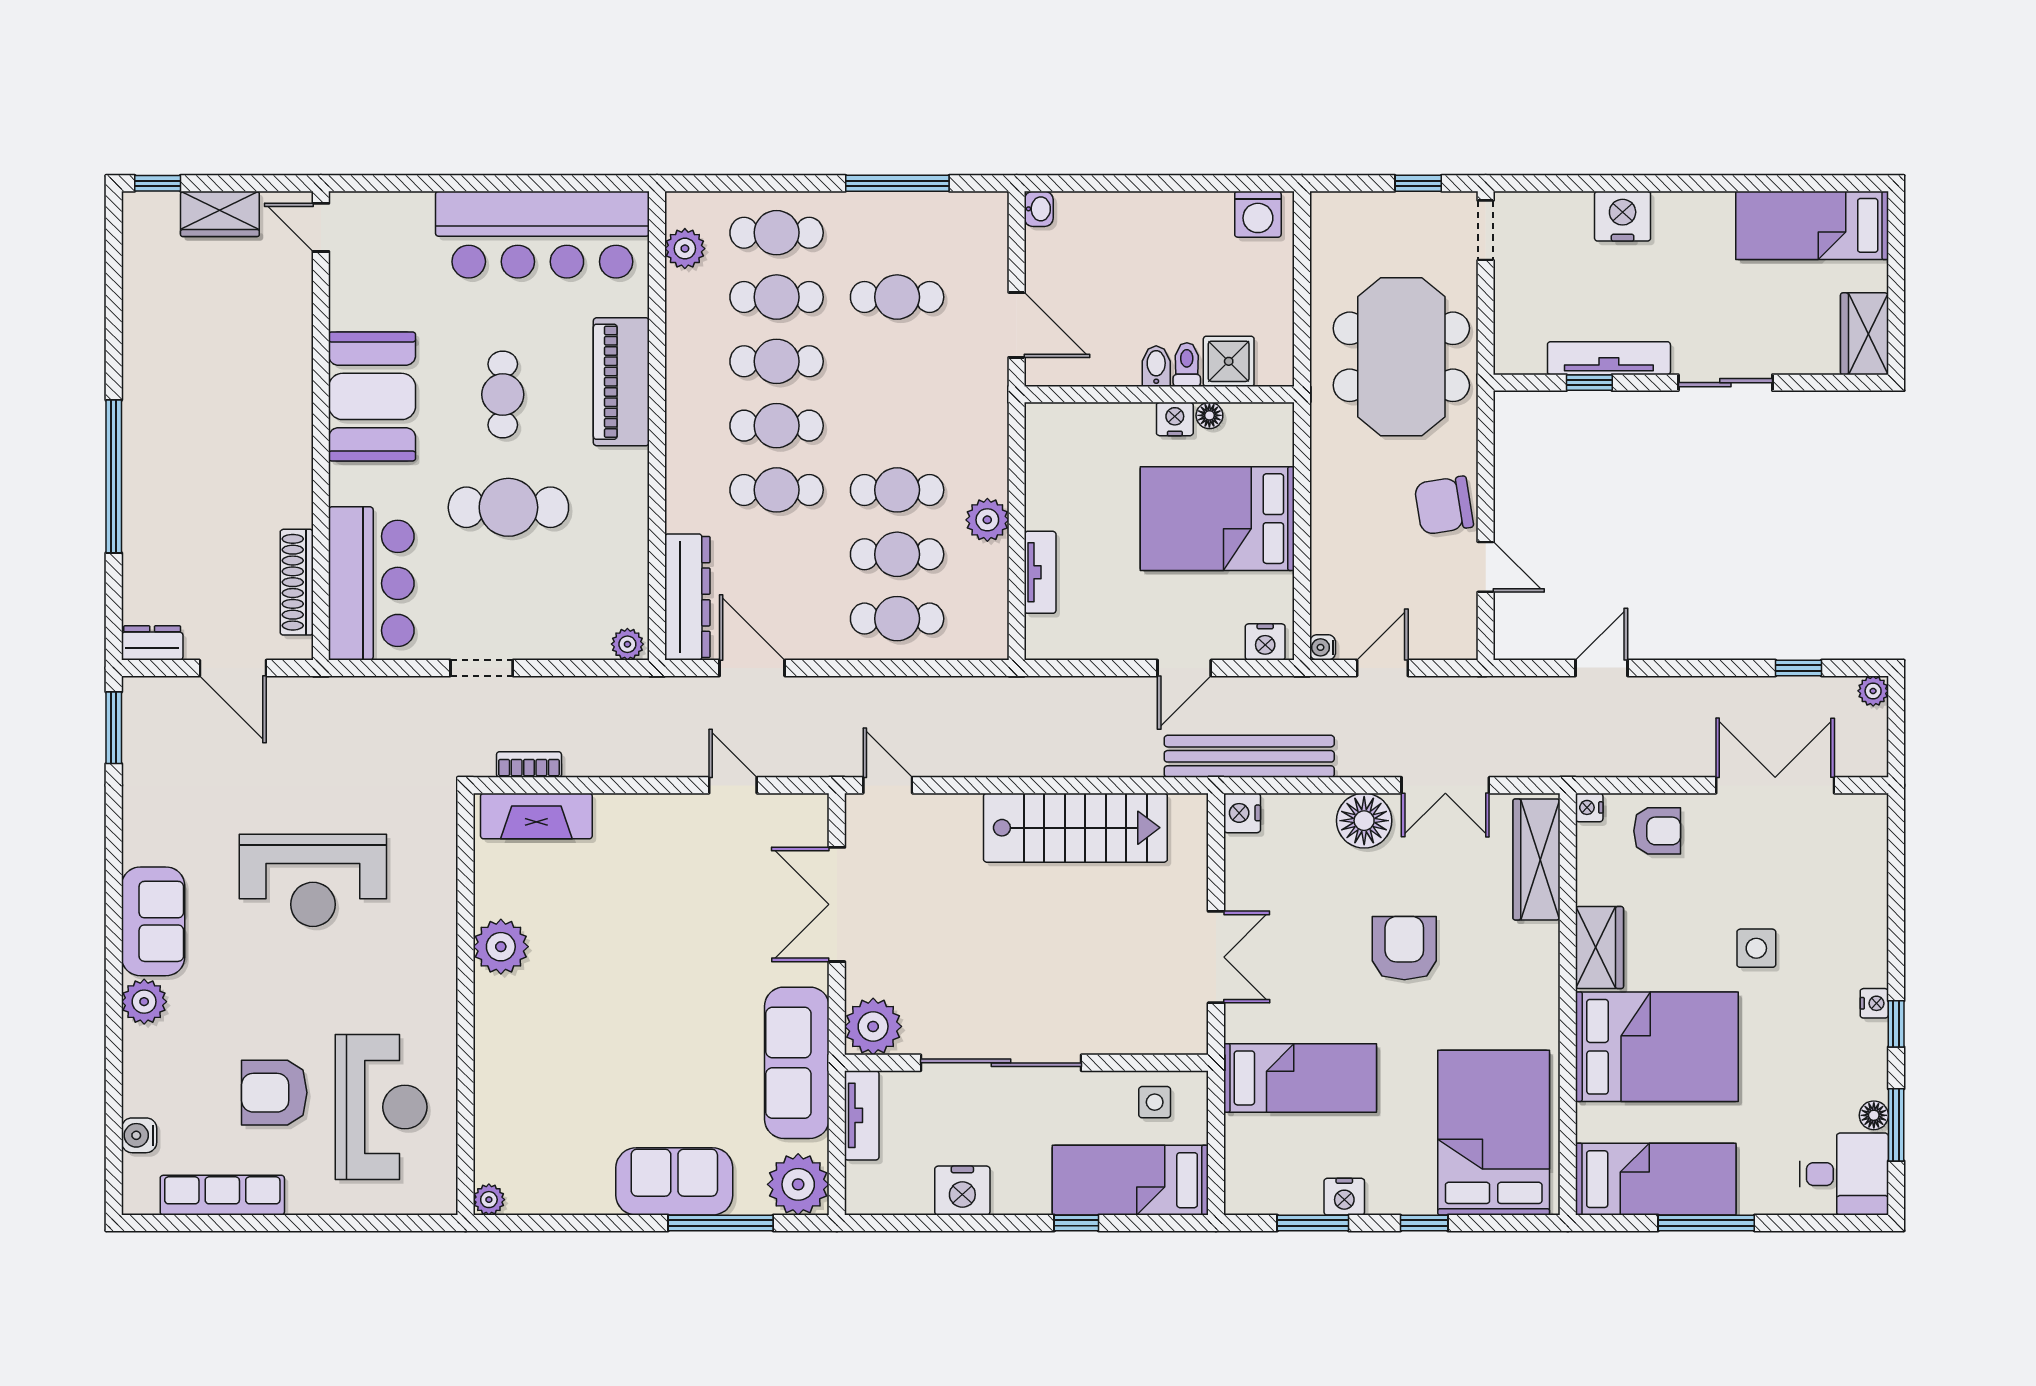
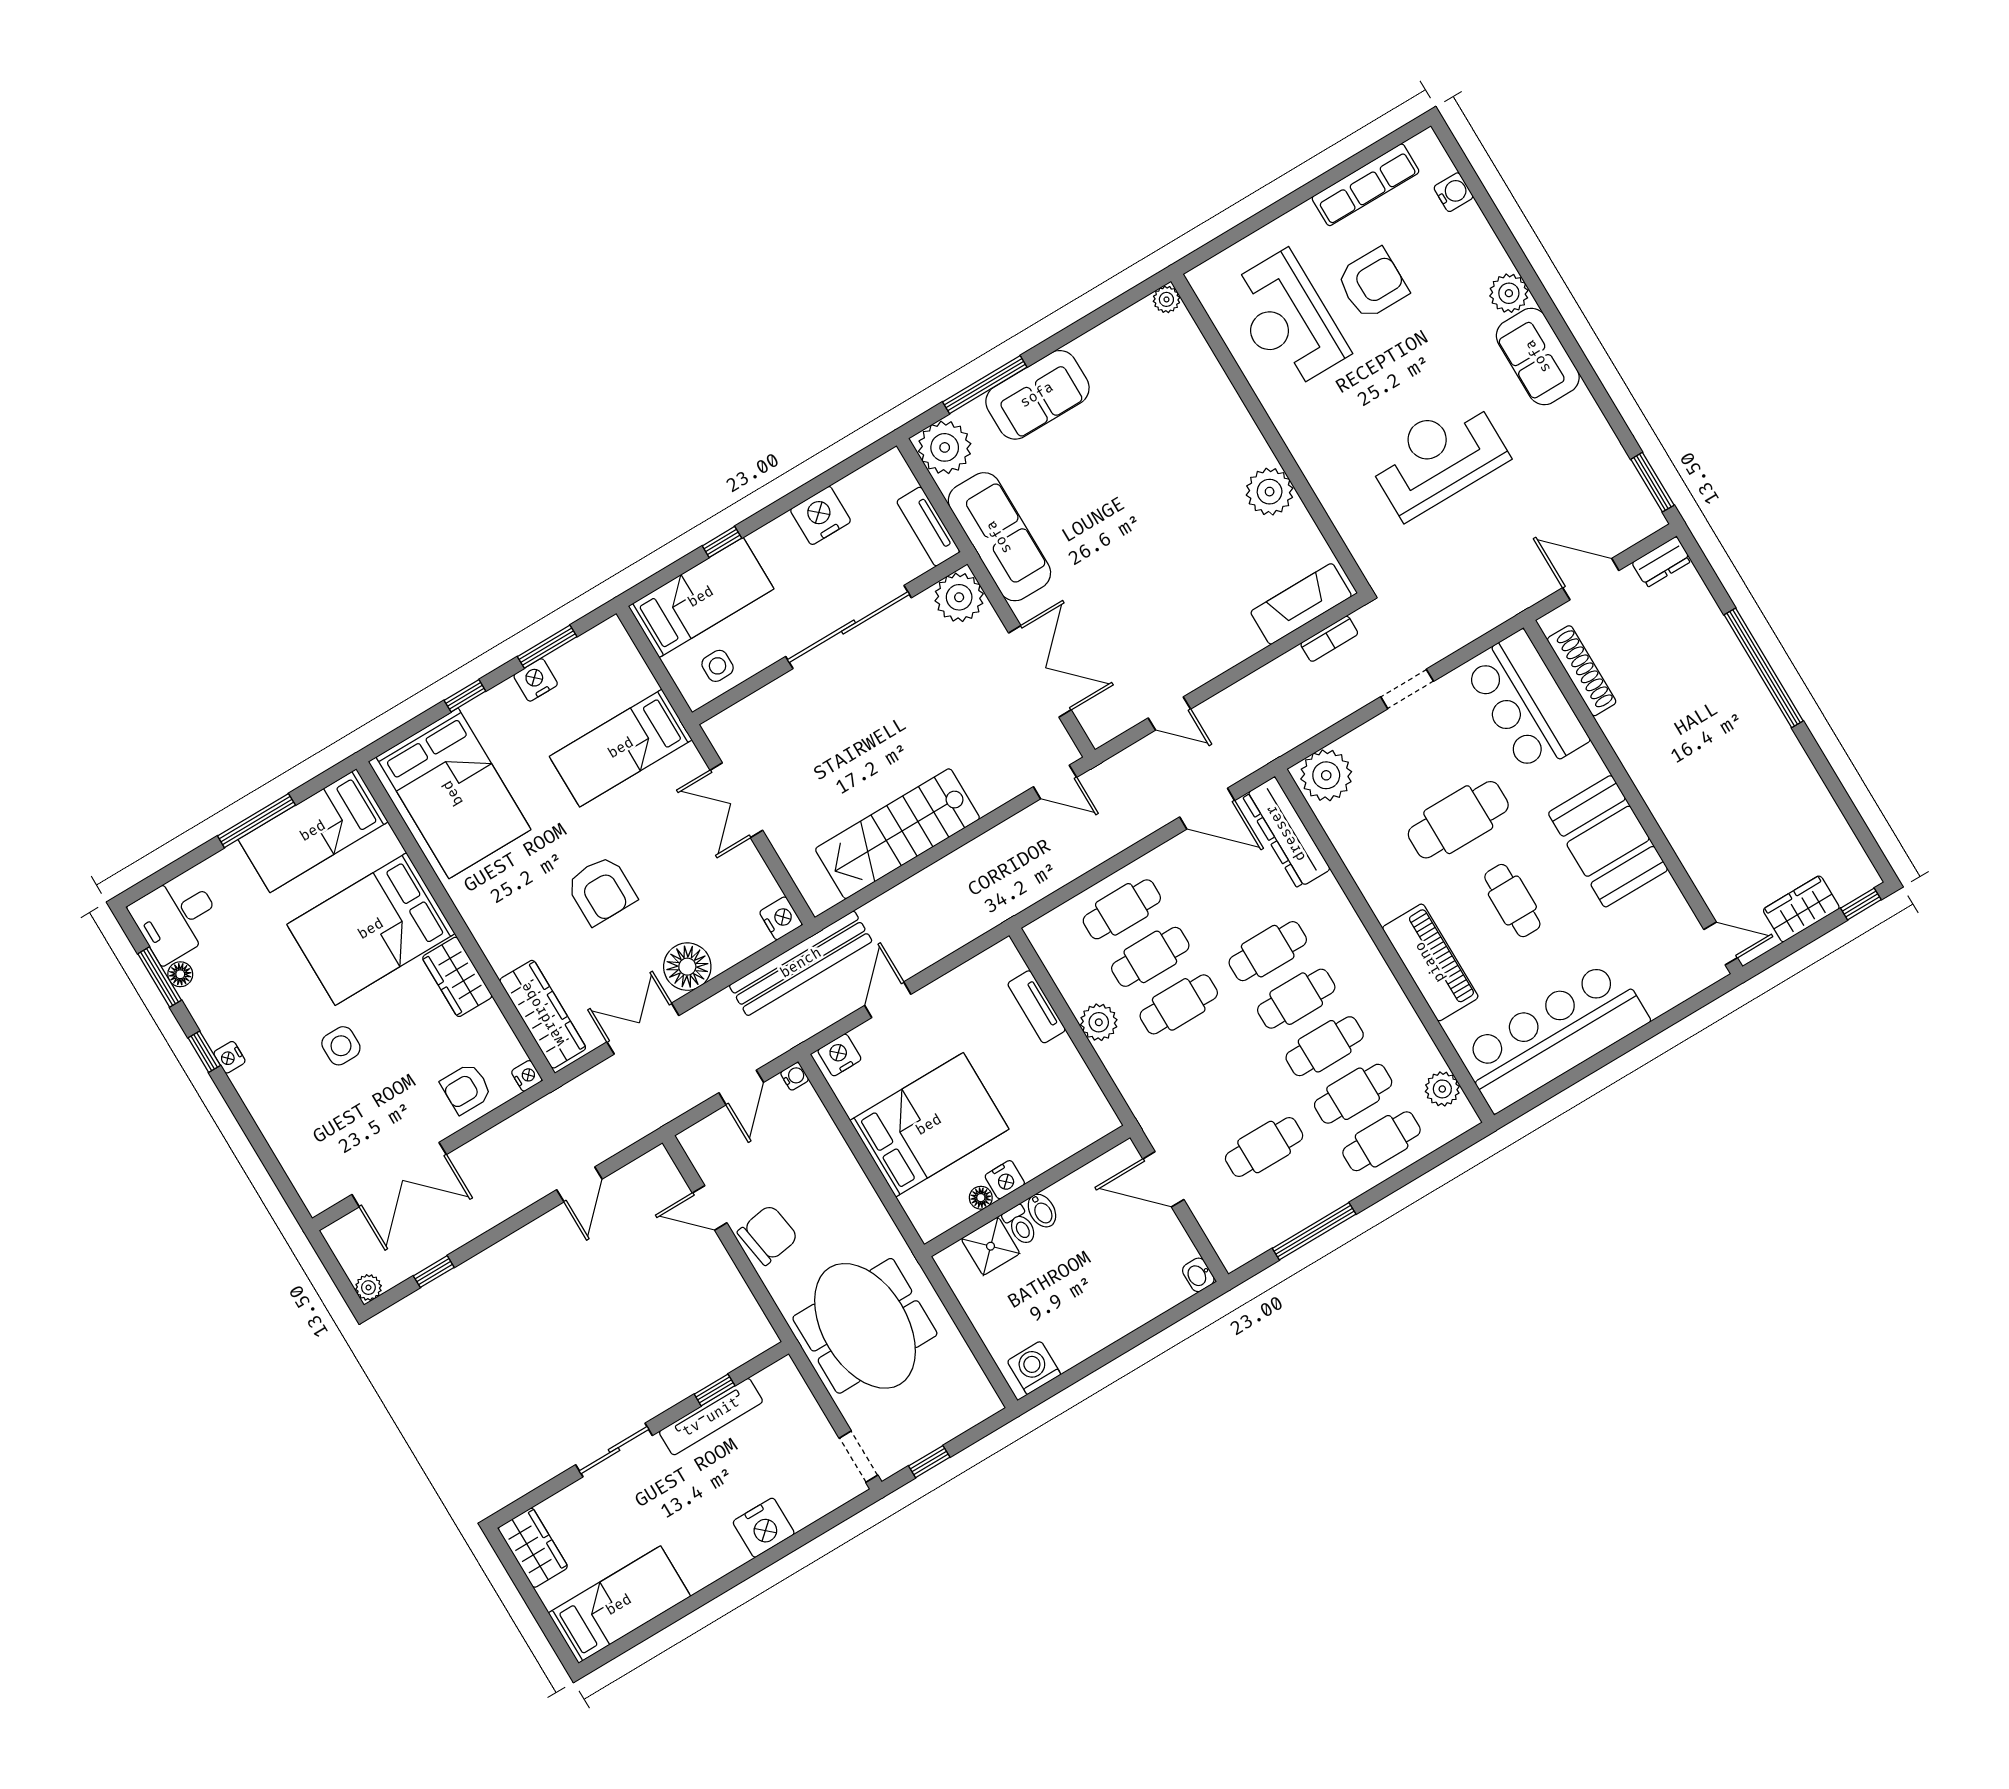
plant: (627, 644) -> (1326, 775), width x1.88, depth x1.88

